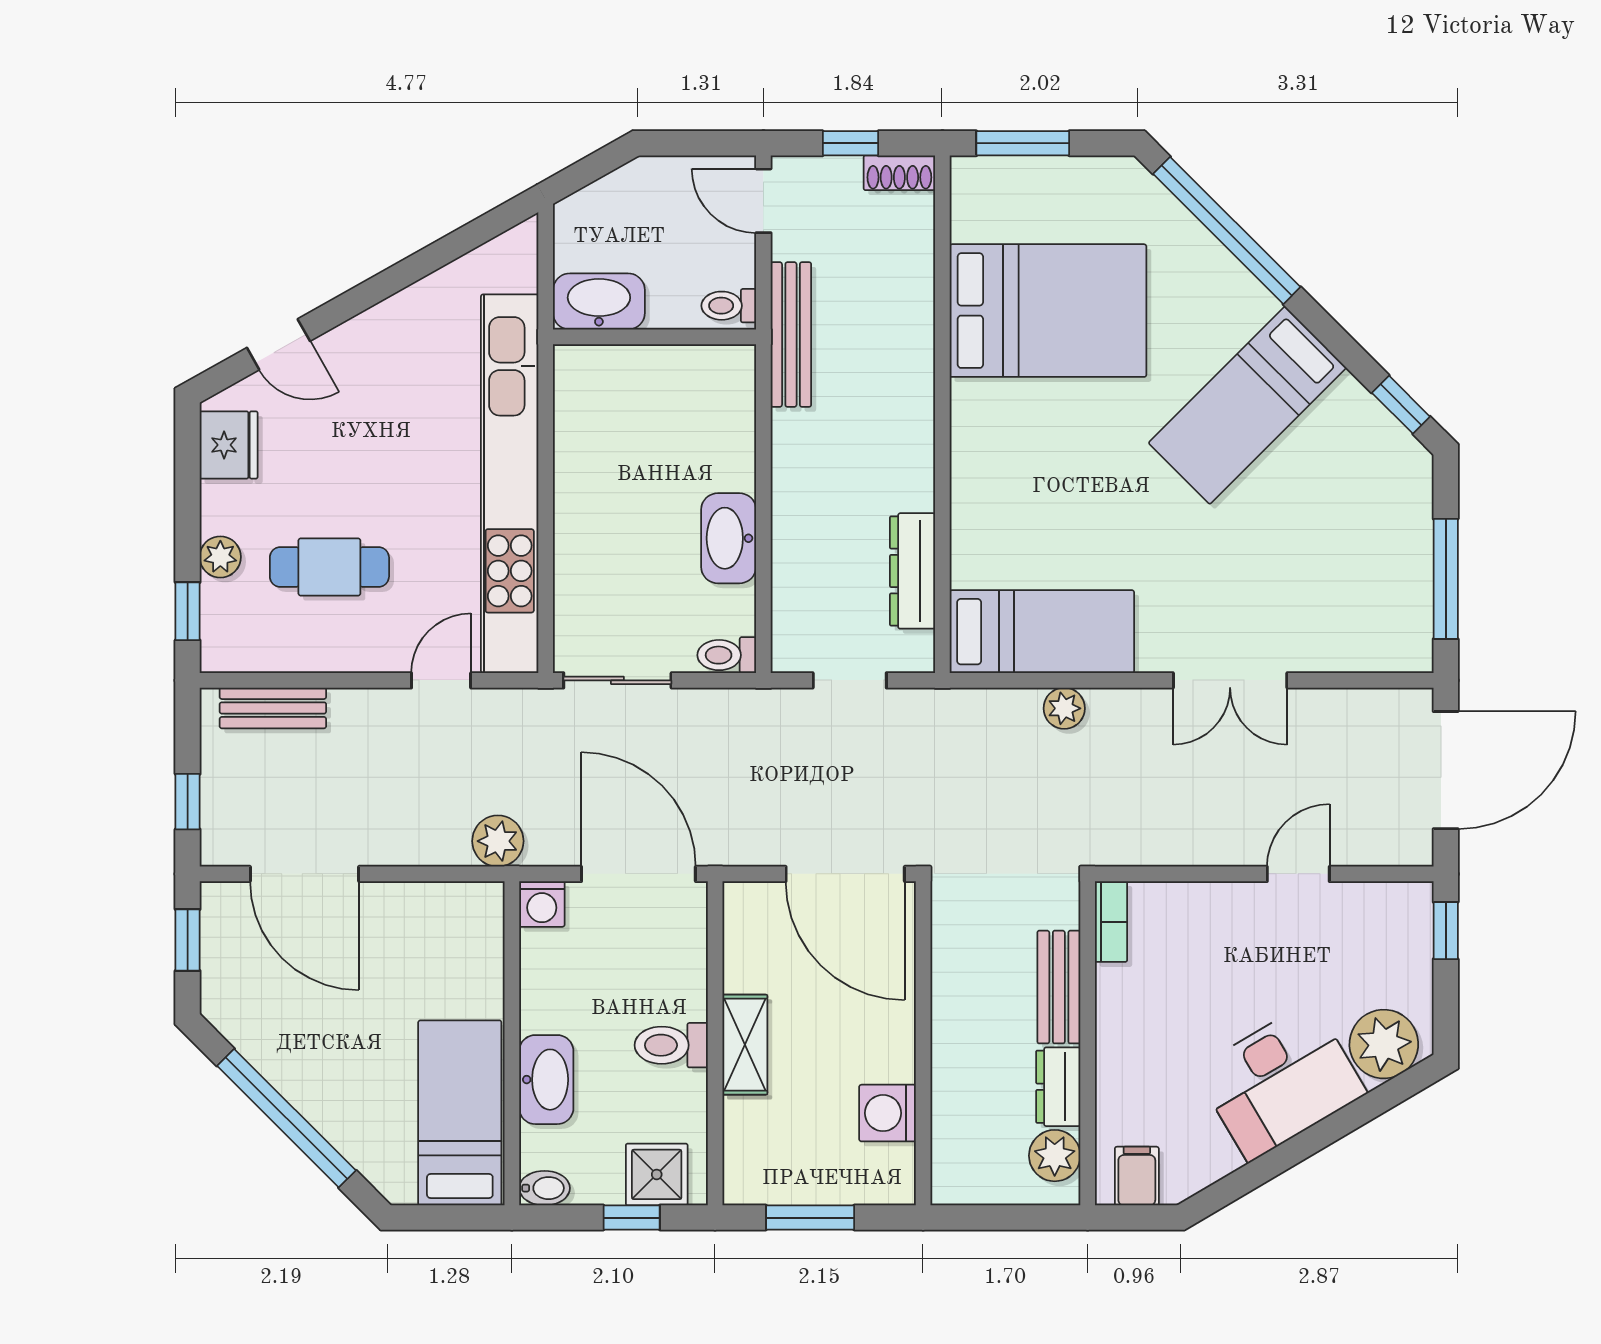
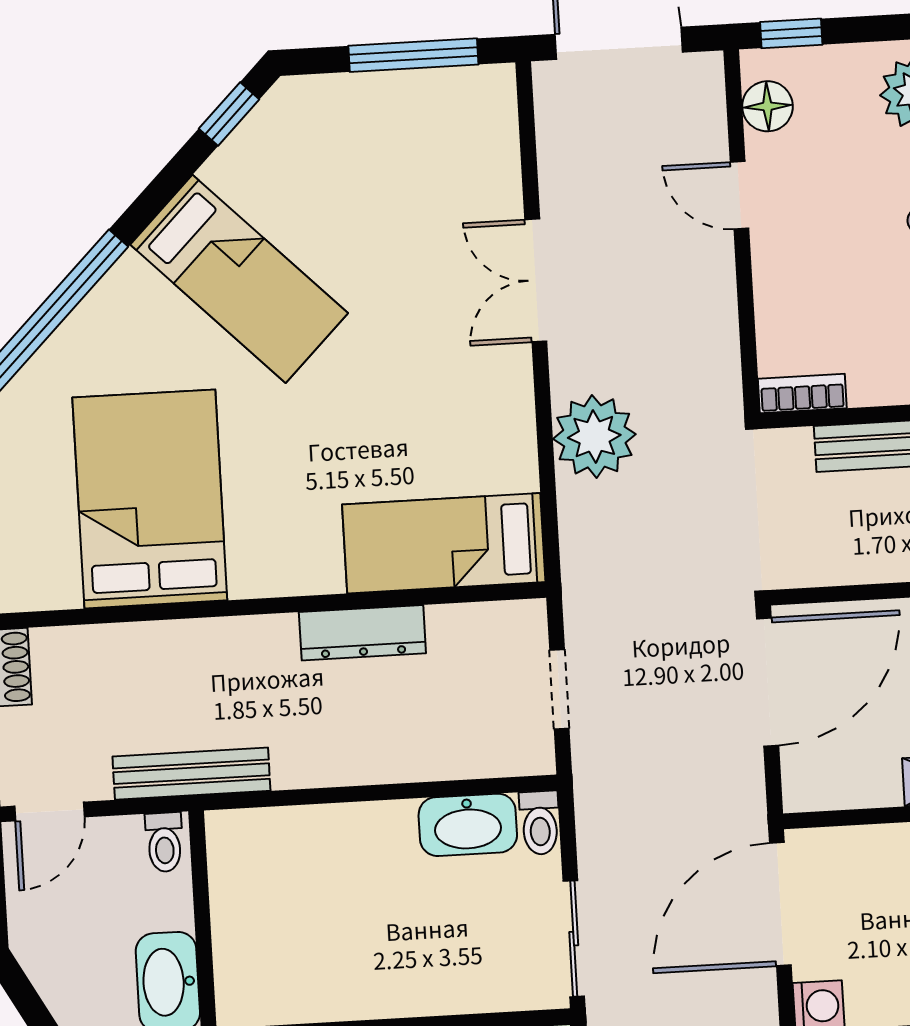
washbasin: (729, 538) -> (468, 825), moved
dresser: (913, 571) -> (362, 633), moved
bed: (1042, 632) -> (444, 543), moved, turned -90
double door: (1230, 680) -> (536, 280), swing flipped
plant: (1064, 708) -> (594, 436), width x1.87, depth x1.87
floor lamp: (1379, 905) -> (767, 106), added

